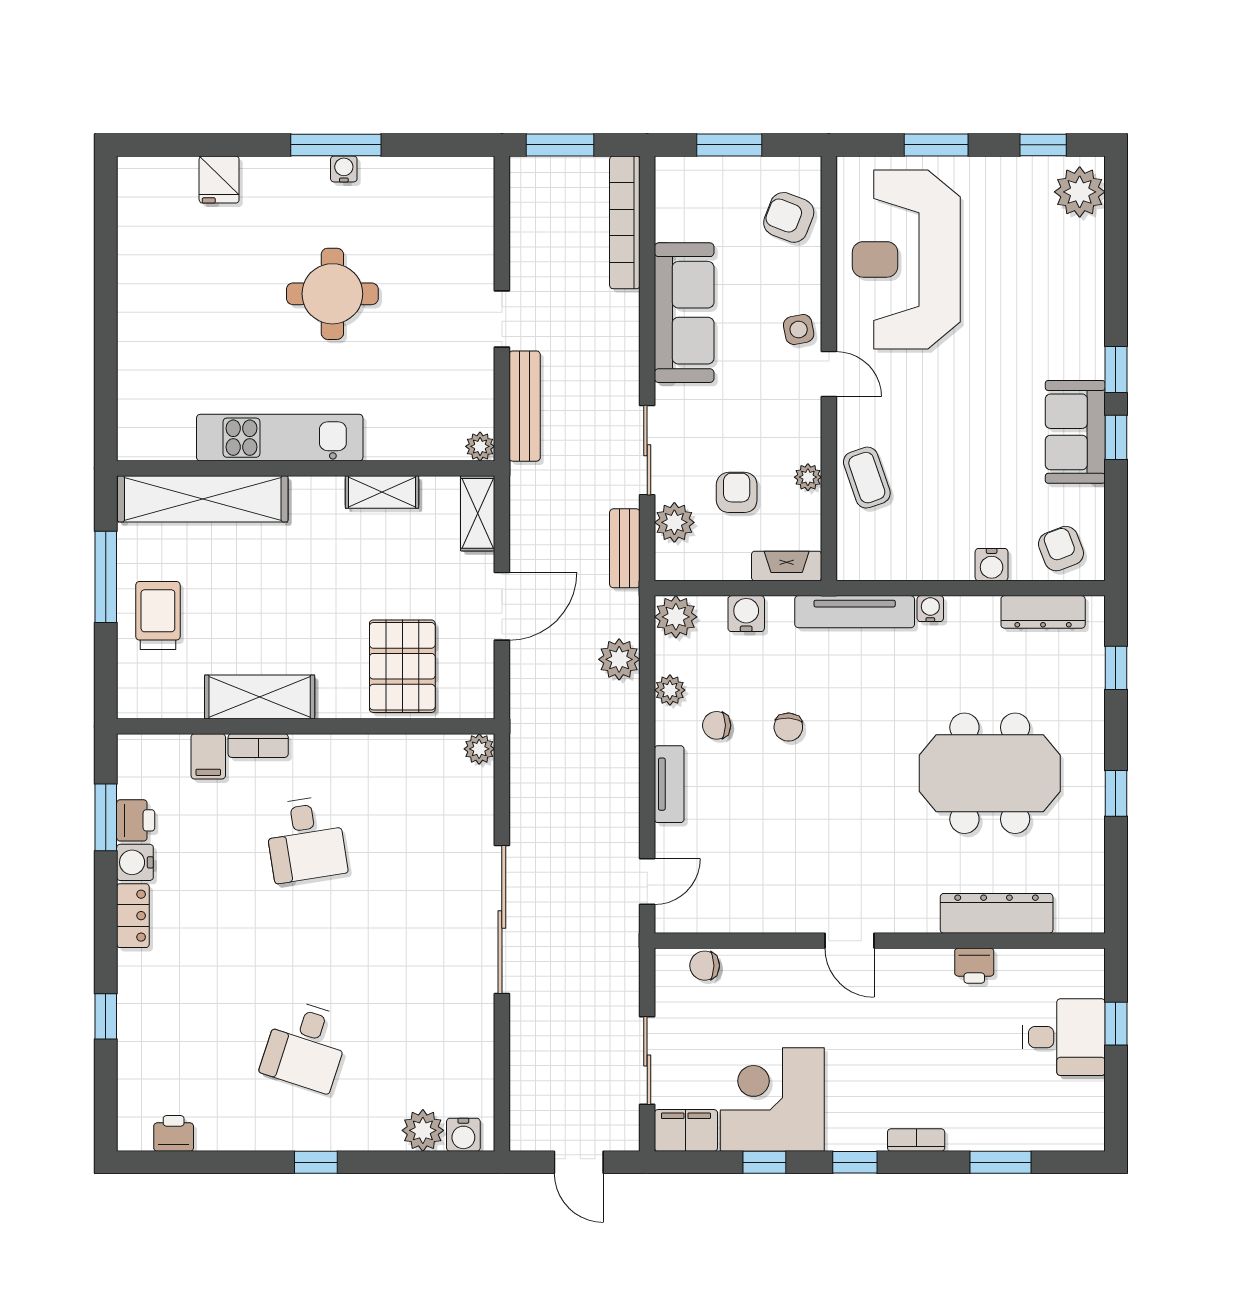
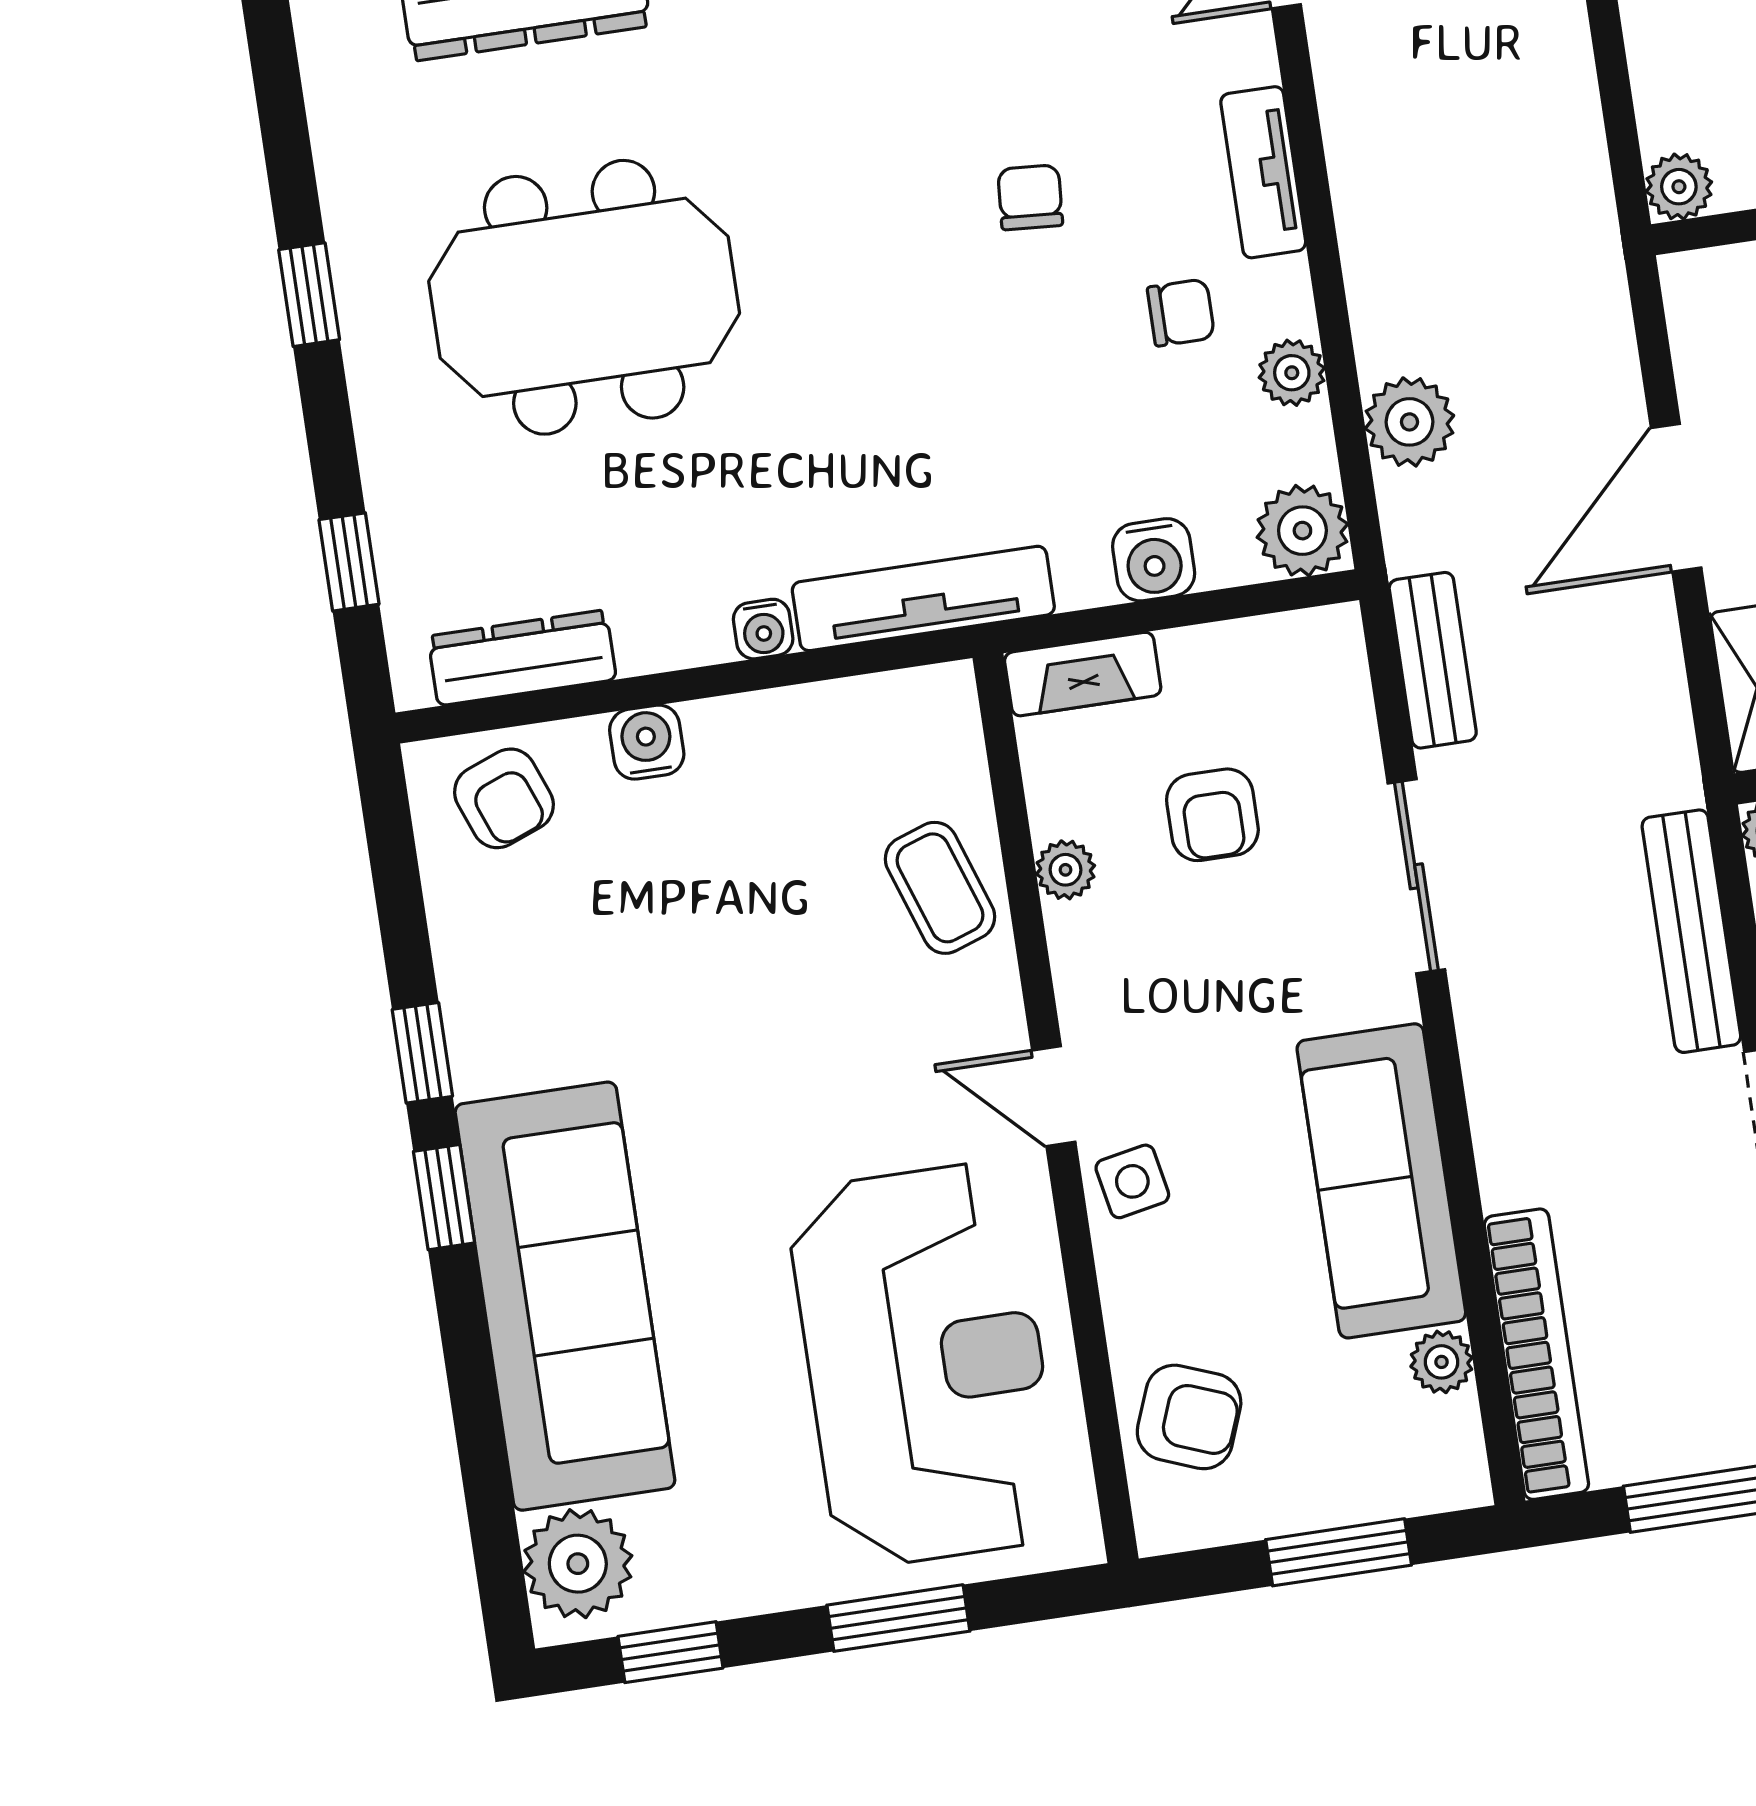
sofa: (1075, 432) -> (565, 1296), moved, width x1.85, depth x1.27
plant: (674, 522) -> (1442, 1362), moved, width x0.73, depth x0.73
chair: (788, 727) -> (1030, 197), moved

